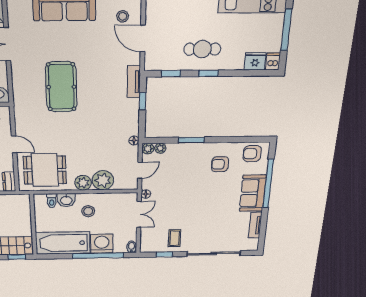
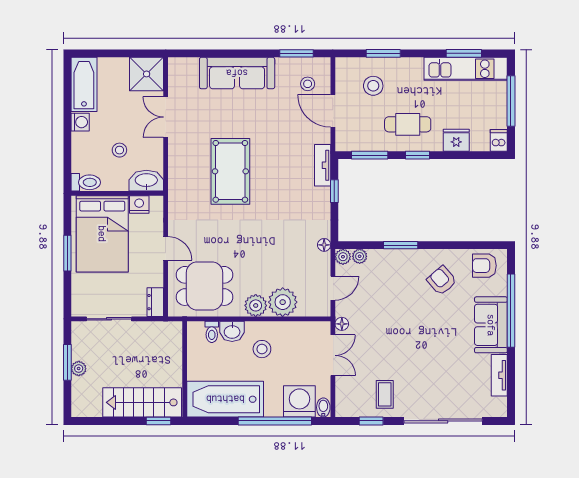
stool: (176, 18) -> (373, 86), added
fridge: (255, 61) -> (456, 140), moved
window: (171, 74) -> (370, 155), width x1.50
armchair: (220, 164) -> (442, 280), turned 49
washing machine: (102, 244) -> (299, 401), moved

